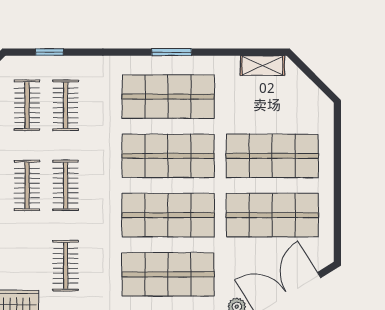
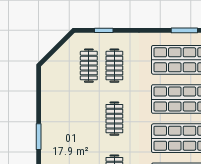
clothes rail: (27, 185) -> (89, 119), removed

